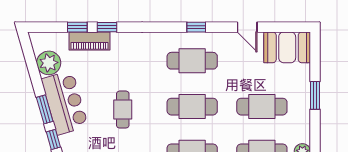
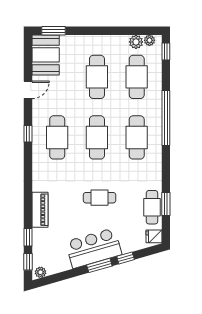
window: (107, 27) -> (28, 262), moved
piano: (90, 41) -> (40, 210), moved
plant: (49, 63) -> (41, 272), moved, width x0.53, depth x0.53
window: (315, 95) -> (54, 31), moved

